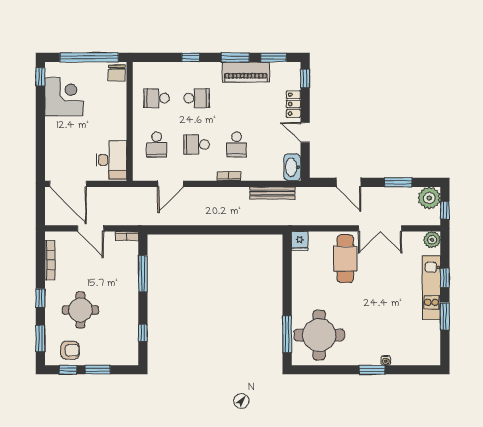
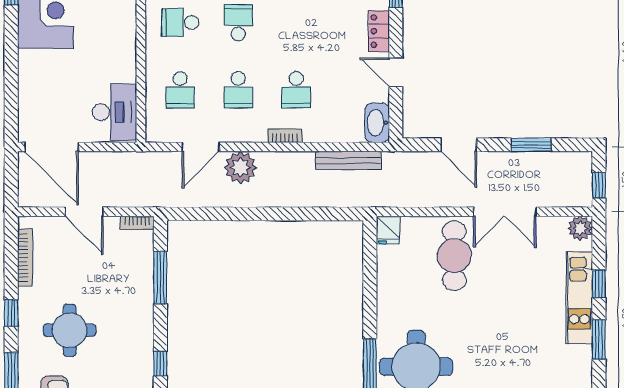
school desk: (197, 98) -> (238, 23), turned -90
school desk: (197, 145) -> (238, 90), turned -90
plant: (429, 198) -> (240, 167), moved

